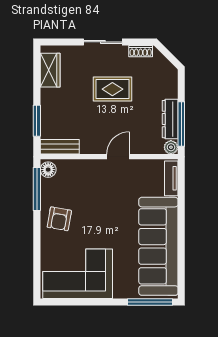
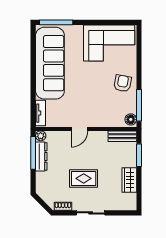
wardrobe: (50, 70) -> (129, 180), moved

